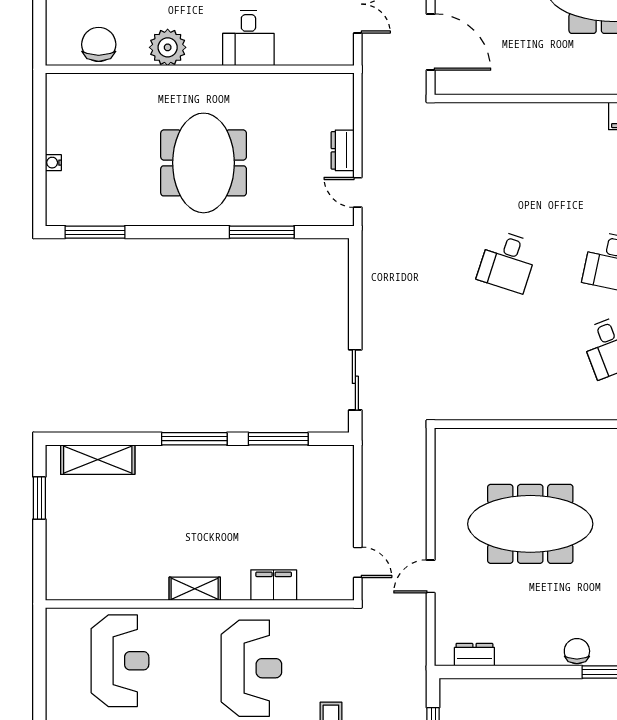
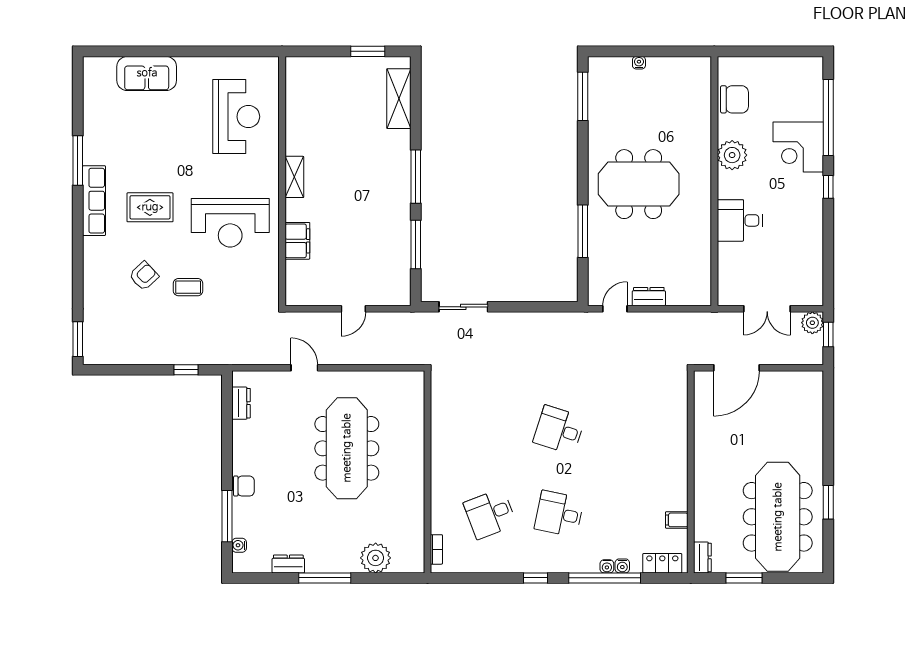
door: (358, 562) -> (353, 309), moved
reception desk: (120, 661) -> (236, 117), turned -90

